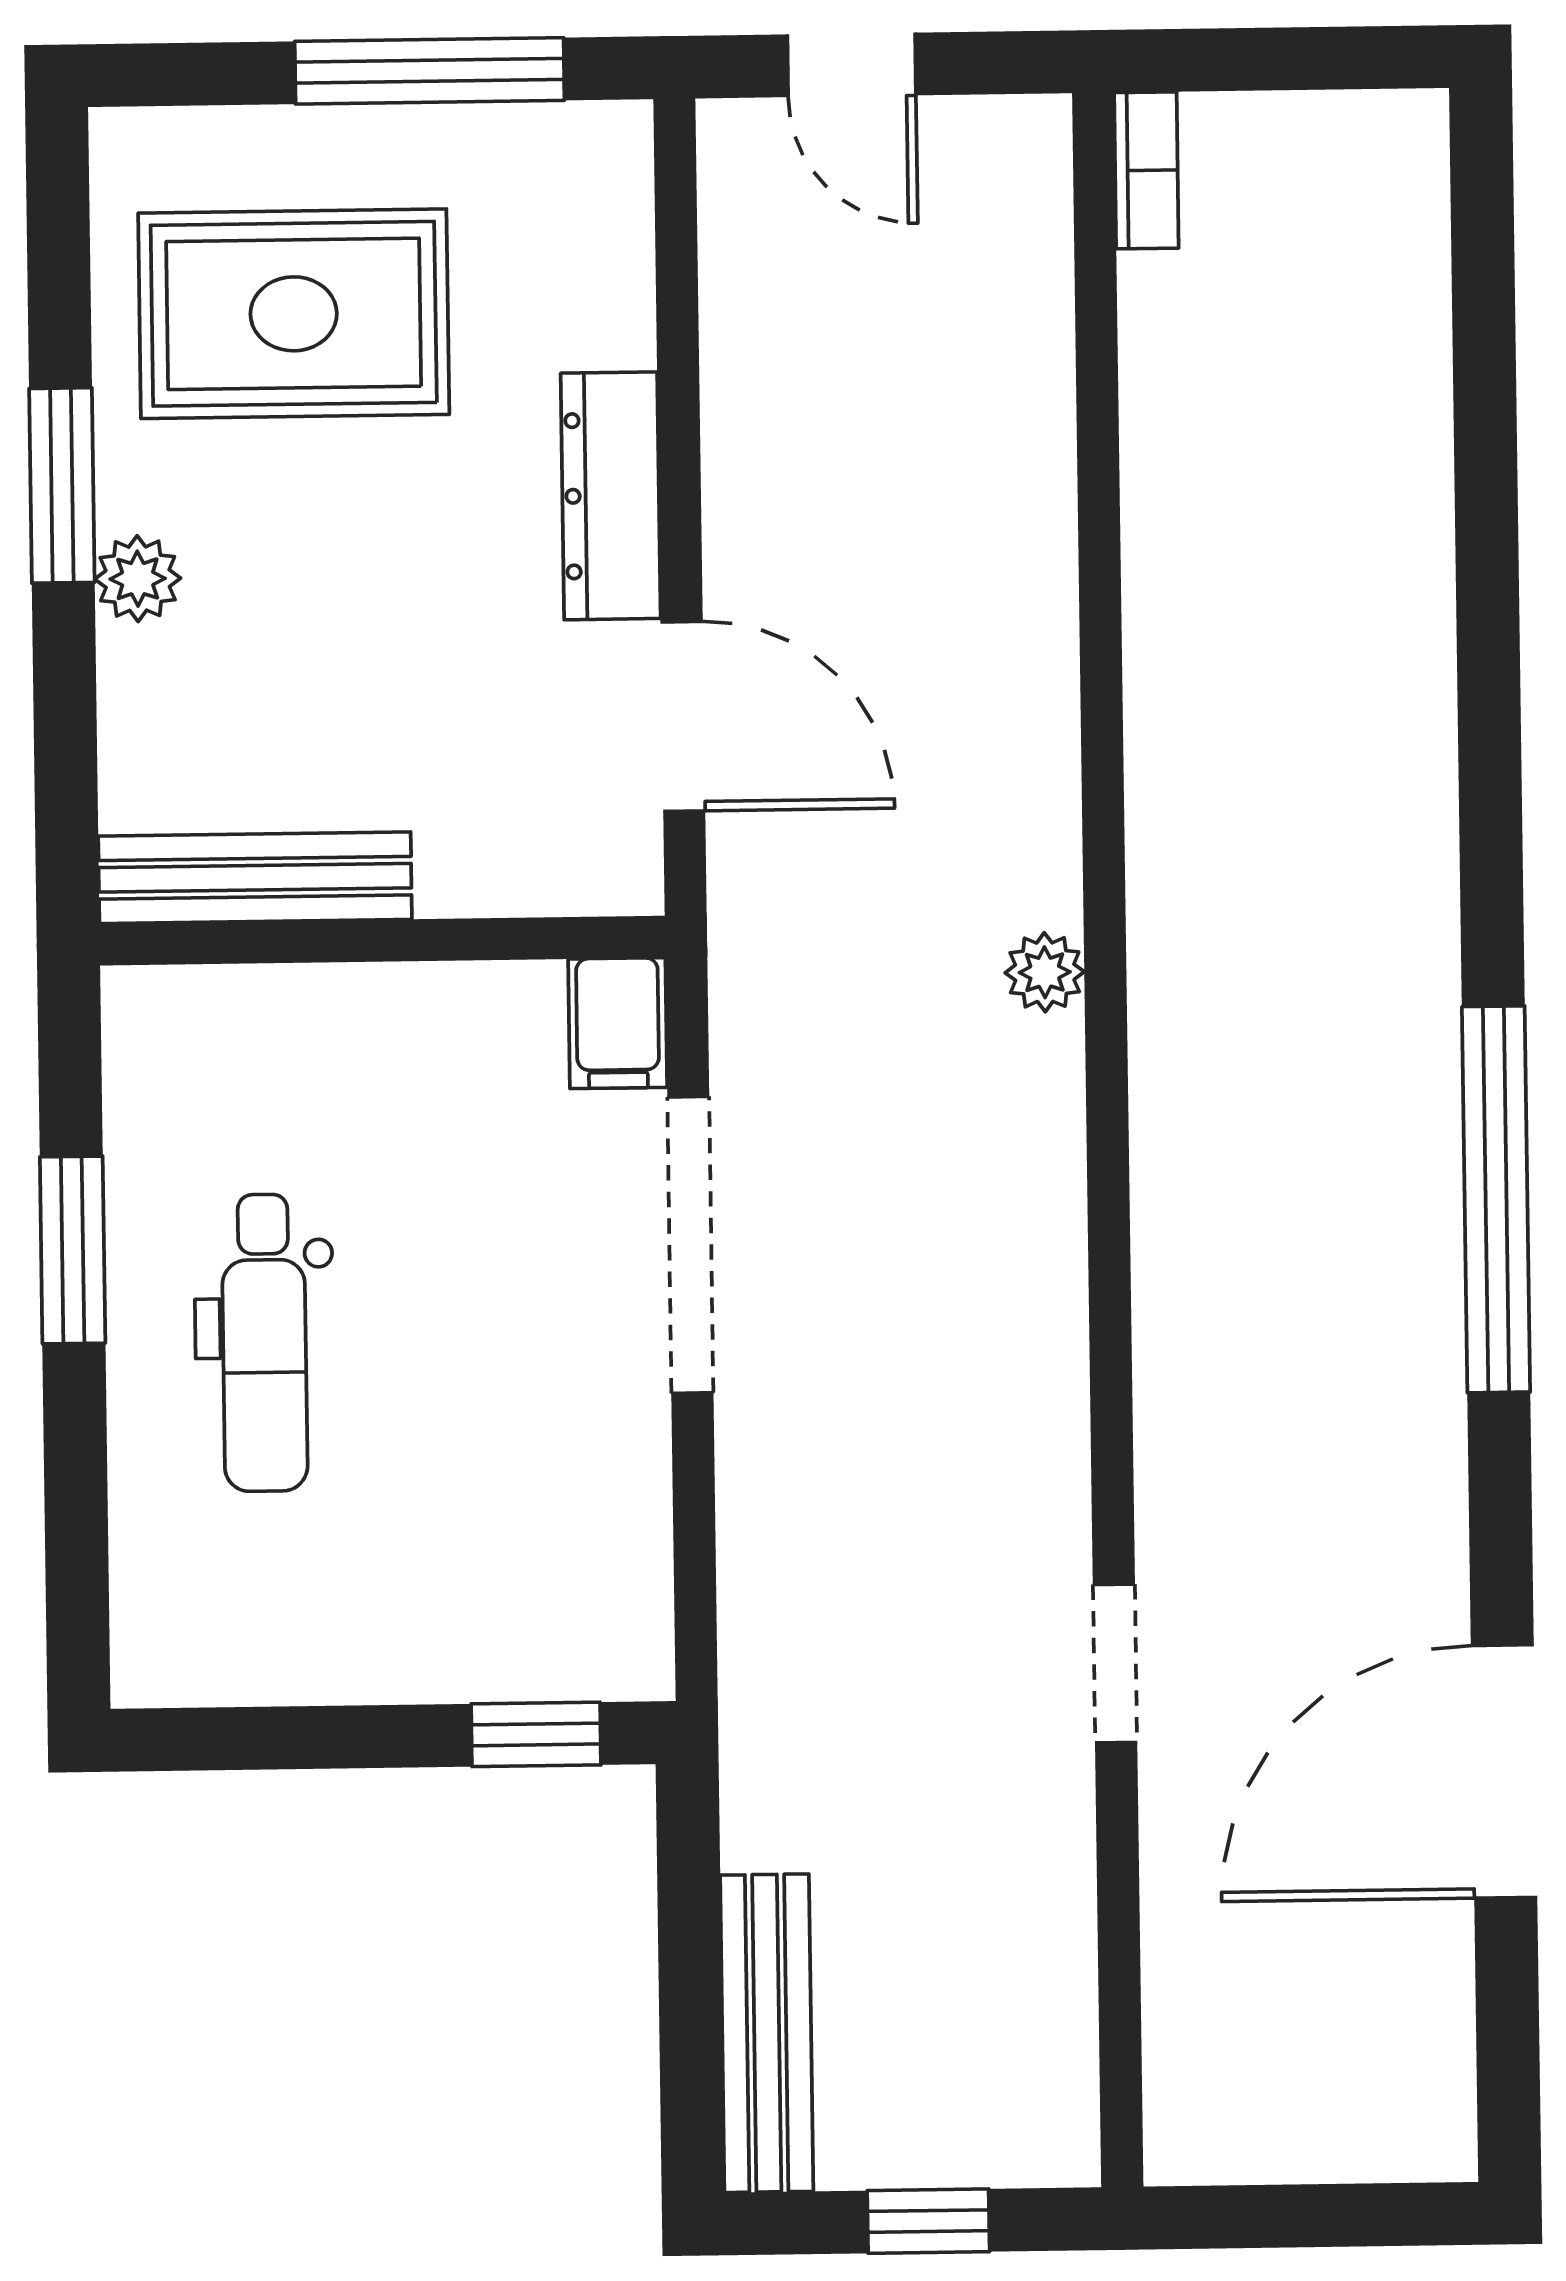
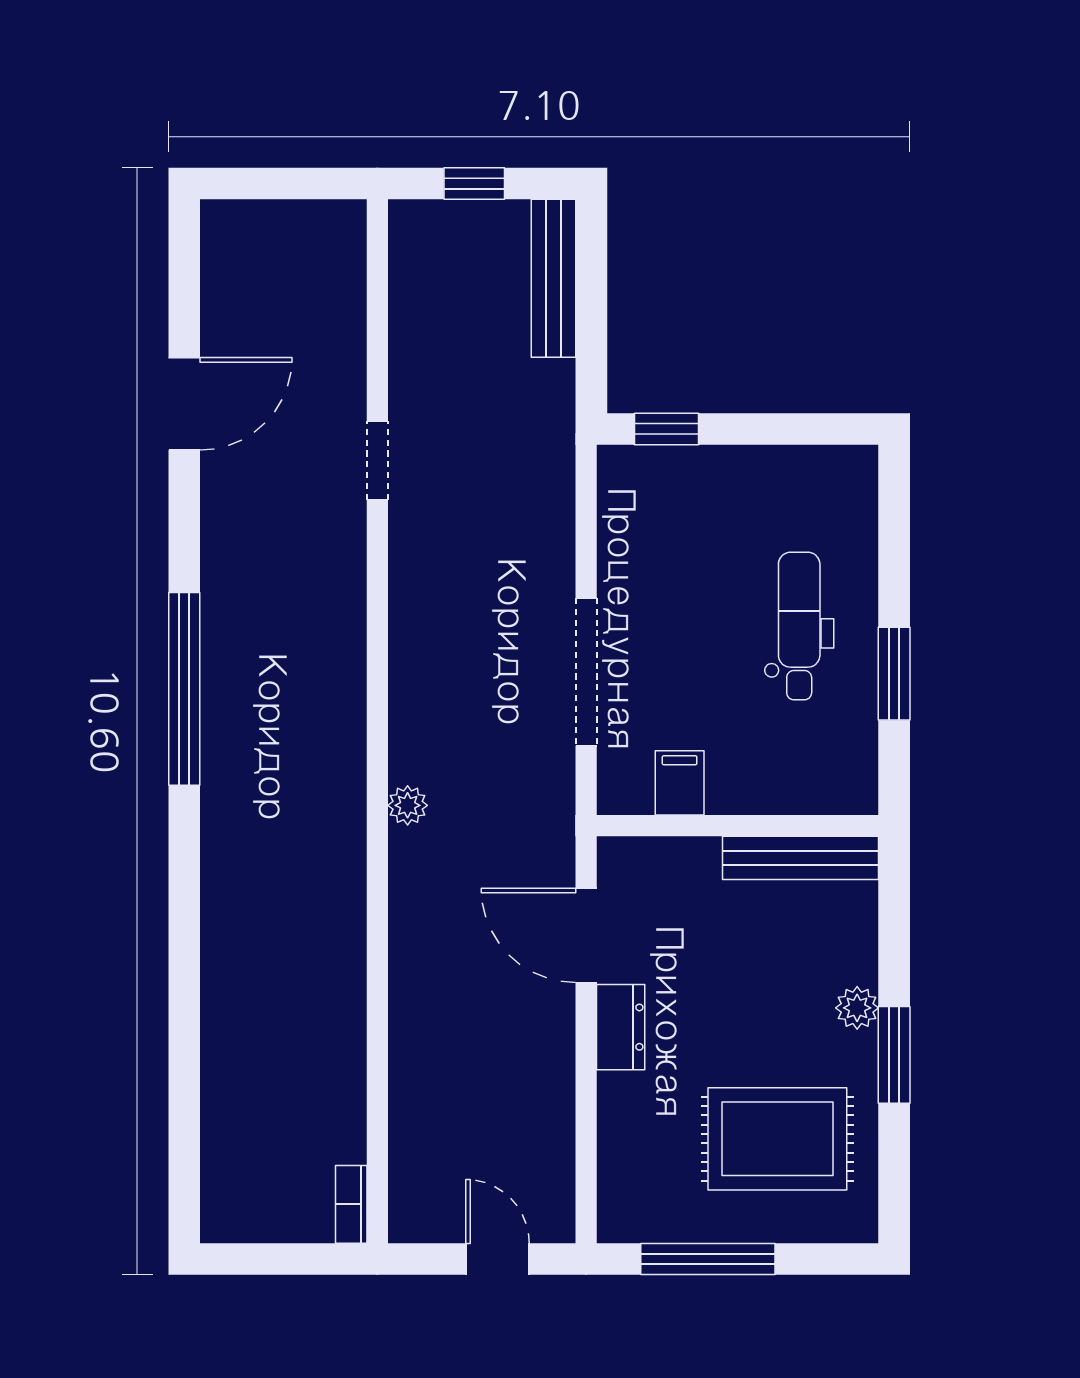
dresser: (611, 496) -> (621, 1027), width x0.70
filing cabinet: (618, 1023) -> (680, 783), moved
door: (1504, 1771) -> (184, 404), width x0.73

